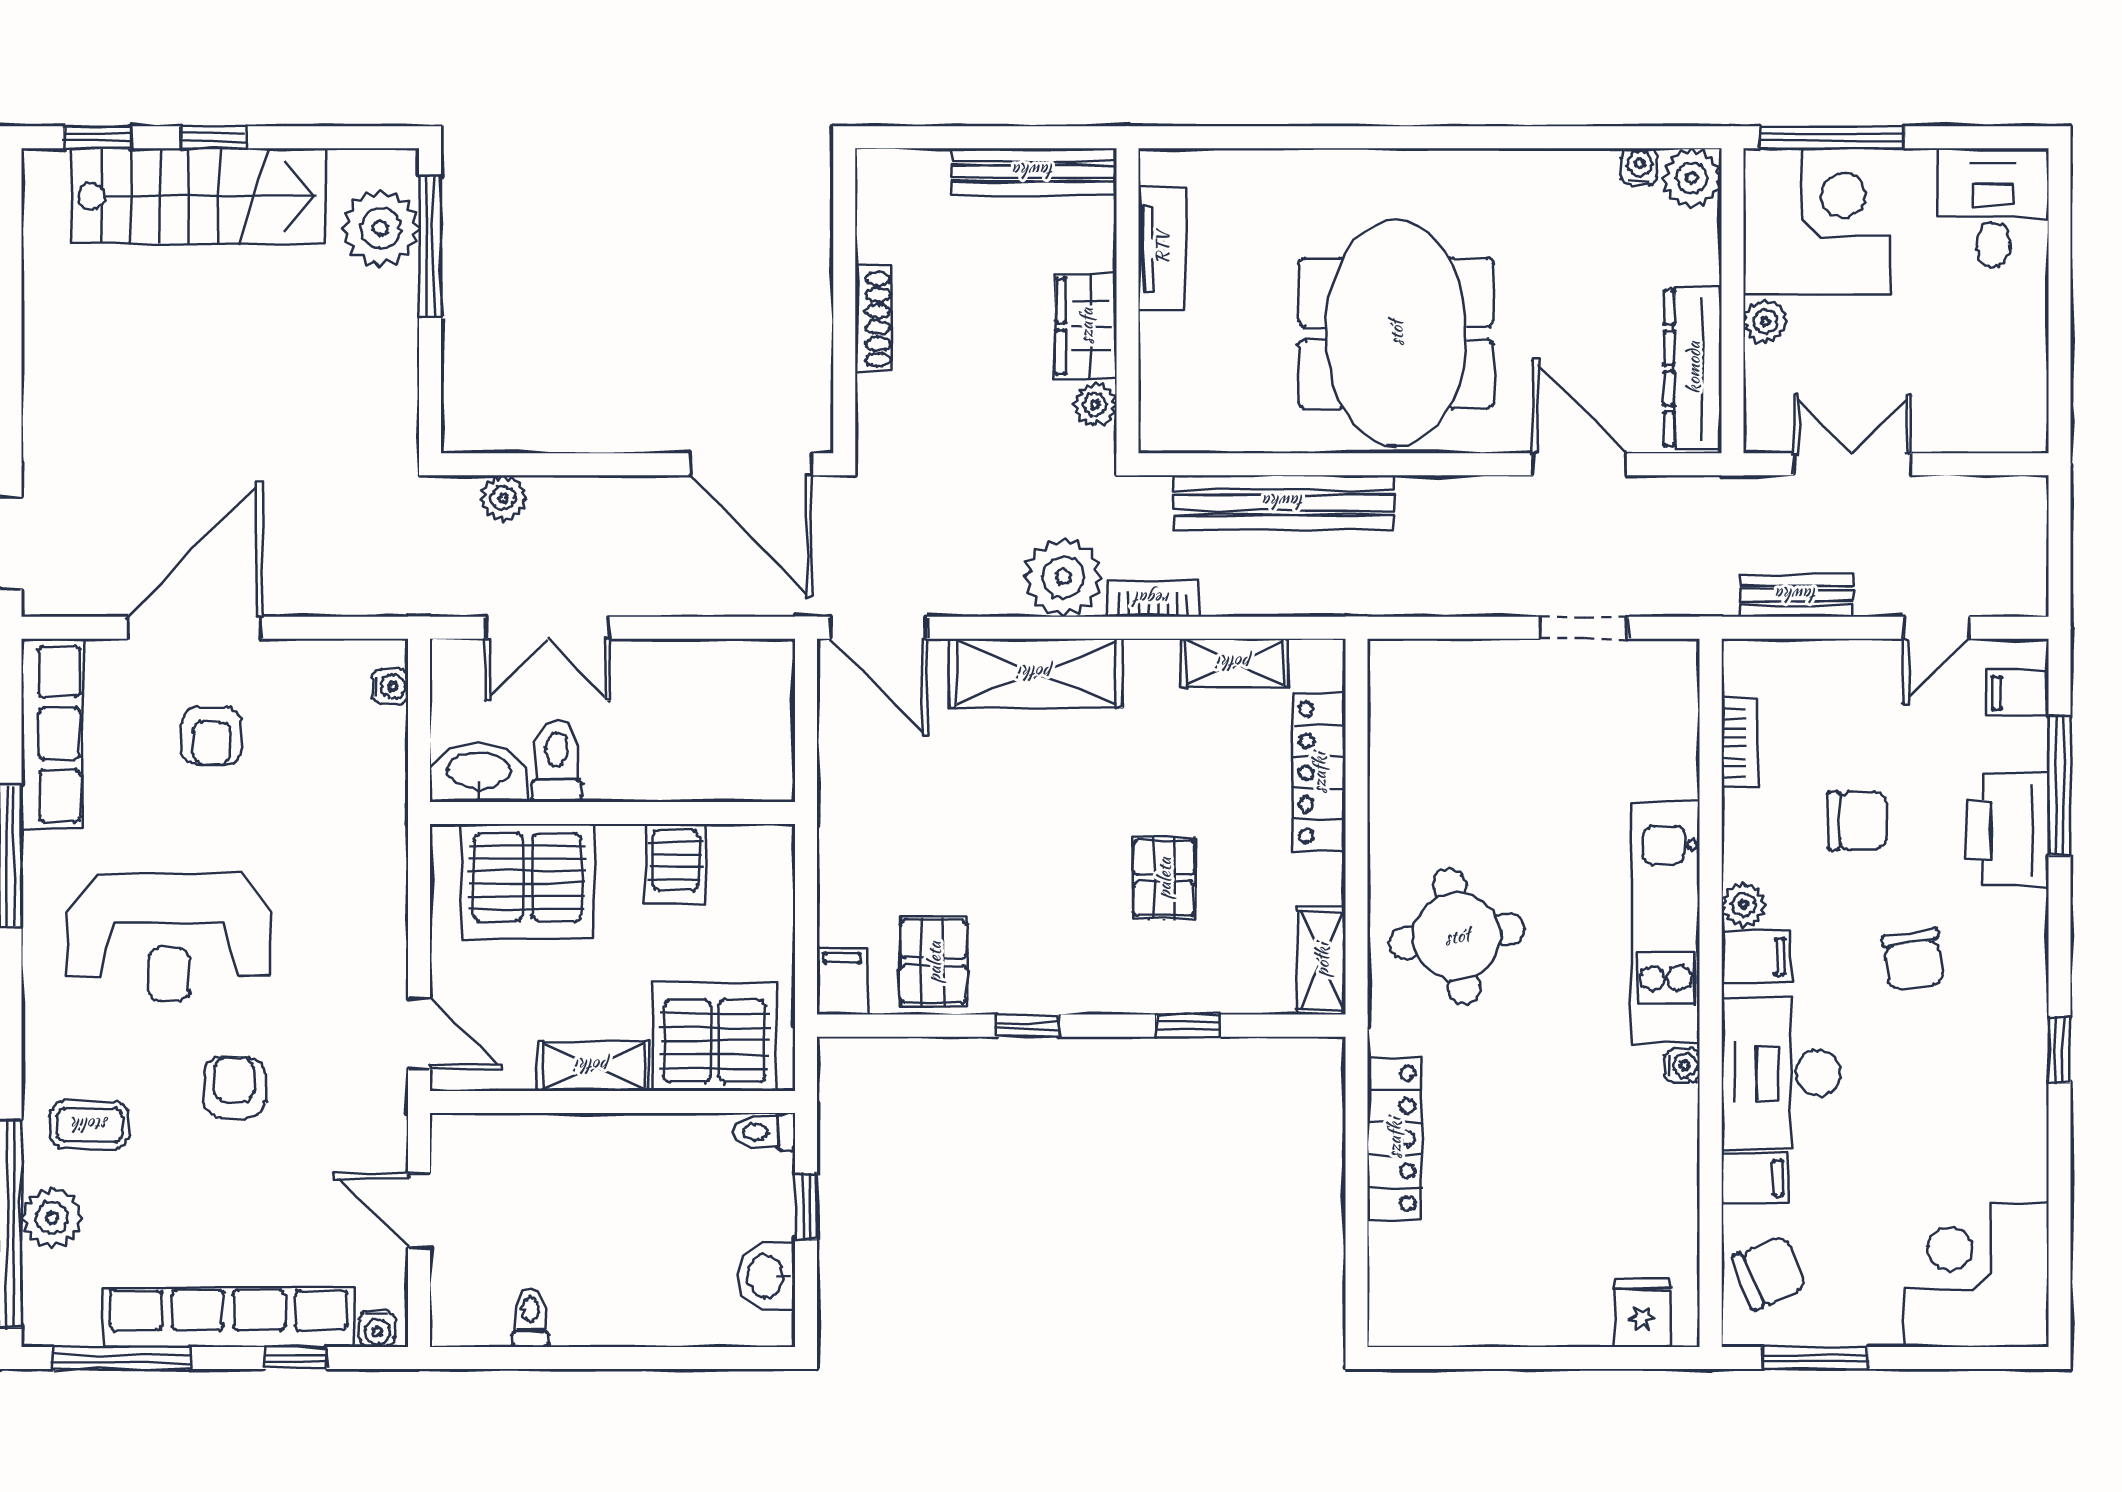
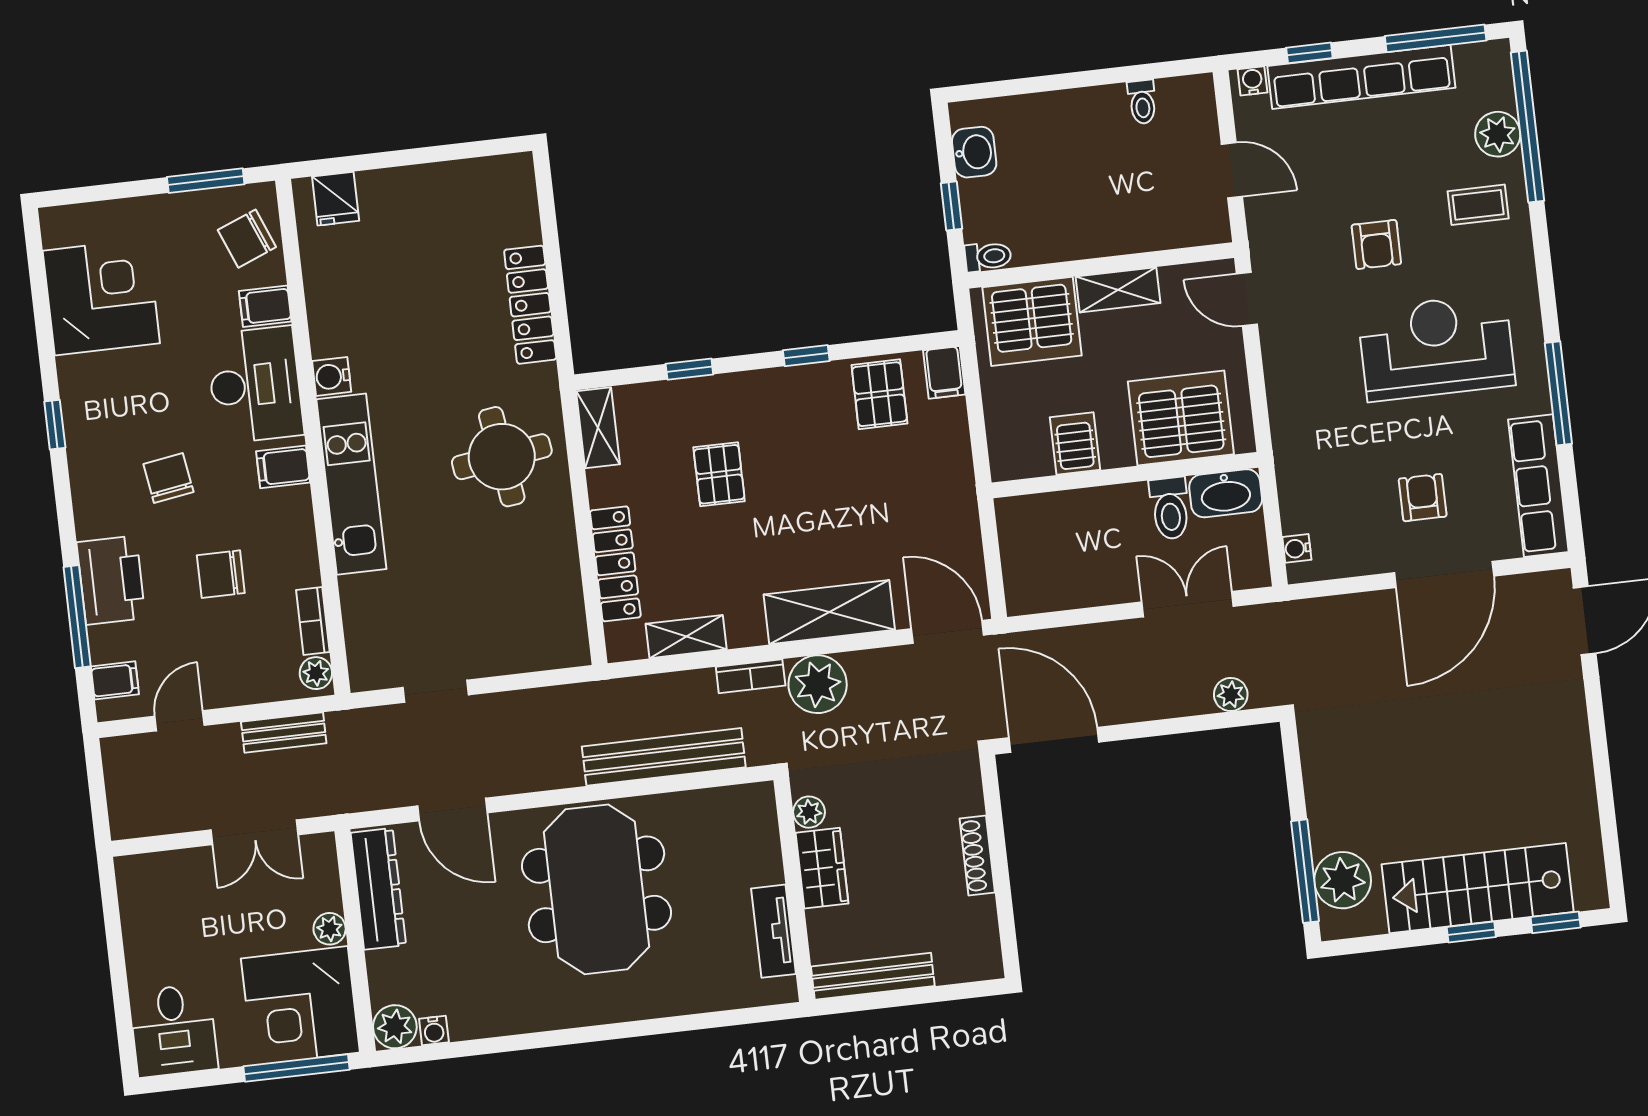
plant: (1744, 905) -> (316, 673), moved
water cooler: (1682, 1065) -> (332, 376), width x1.38, depth x1.38
corner desk: (1976, 1275) -> (101, 297), moved, turned -90

